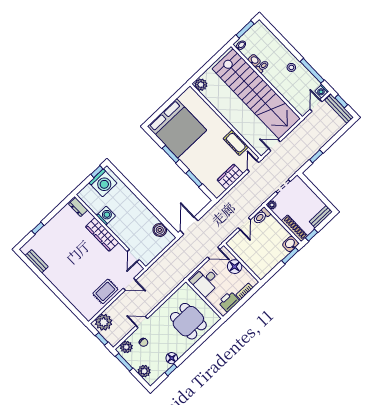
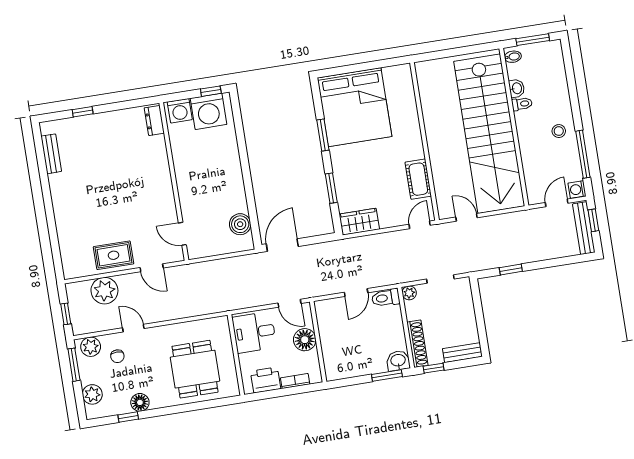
plant: (201, 85) -> (425, 72), removed
wardrobe: (230, 177) -> (359, 222), moved
washing machine: (106, 216) -> (180, 111), moved, turned 90
wardrobe: (102, 234) -> (161, 178), removed
door: (133, 256) -> (182, 234), hinge flipped
plant: (104, 322) -> (104, 291), moved

